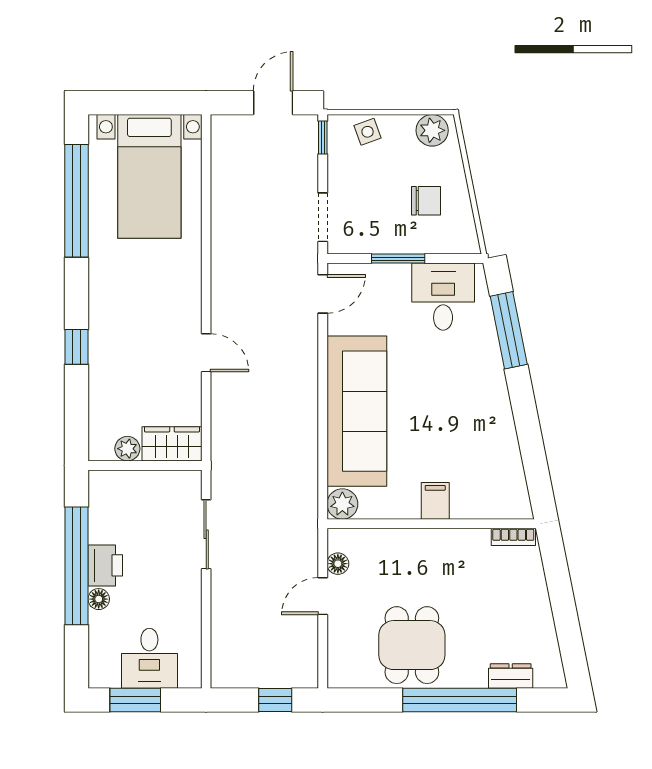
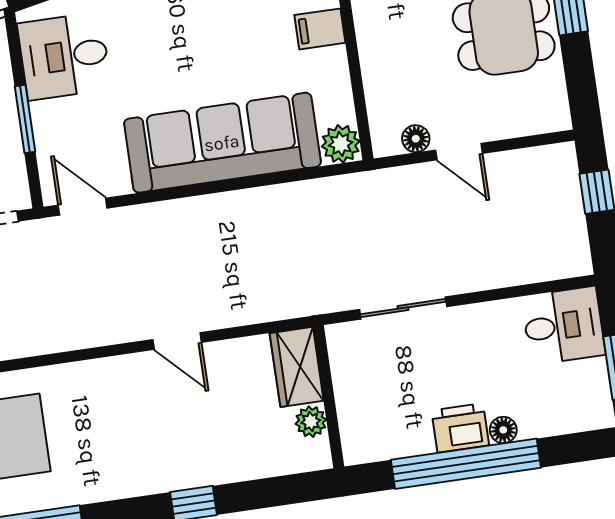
door: (206, 353) -> (177, 341), swing flipped
desk: (149, 658) -> (563, 326), moved

